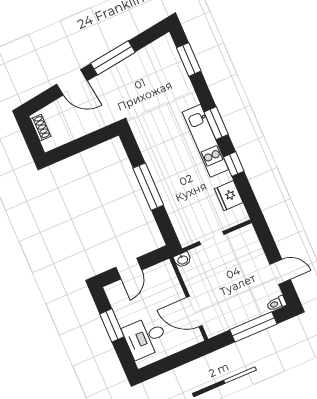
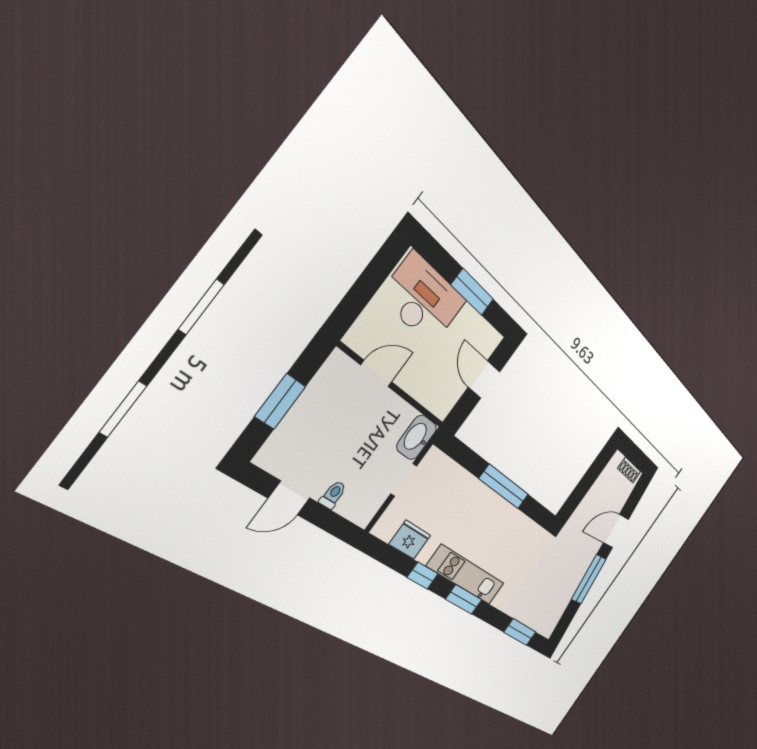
washbasin: (183, 260) -> (417, 437), width x1.91, depth x1.45
toilet: (276, 303) -> (333, 495), moved
door: (194, 311) -> (376, 374), width x0.73
window: (253, 327) -> (280, 401), width x0.69
desk: (145, 337) -> (423, 299), width x1.37

